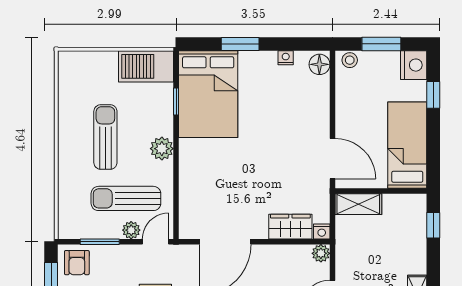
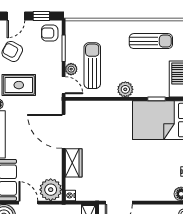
sun lounger: (105, 137) -> (151, 41), moved
wardrobe: (290, 227) -> (74, 163), moved
plant: (321, 253) -> (51, 190), width x1.88, depth x1.88

